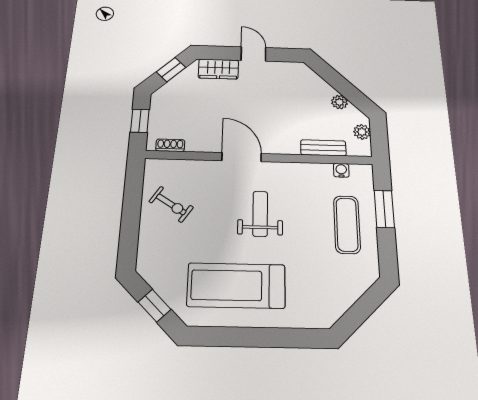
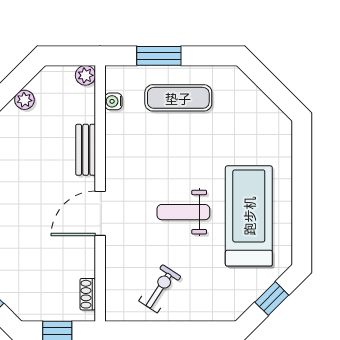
plant: (362, 132) -> (85, 75), moved
bench: (323, 148) -> (86, 150), moved
weight bench: (260, 214) -> (183, 212), moved
treadmill: (236, 285) -> (249, 216), turned 180

